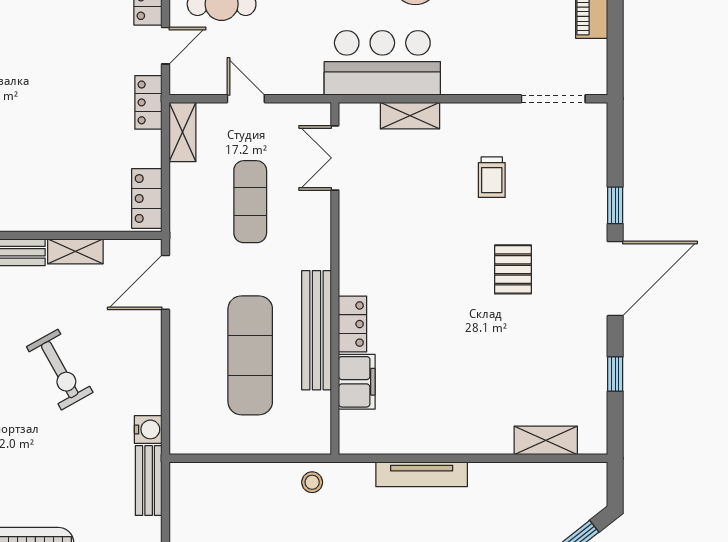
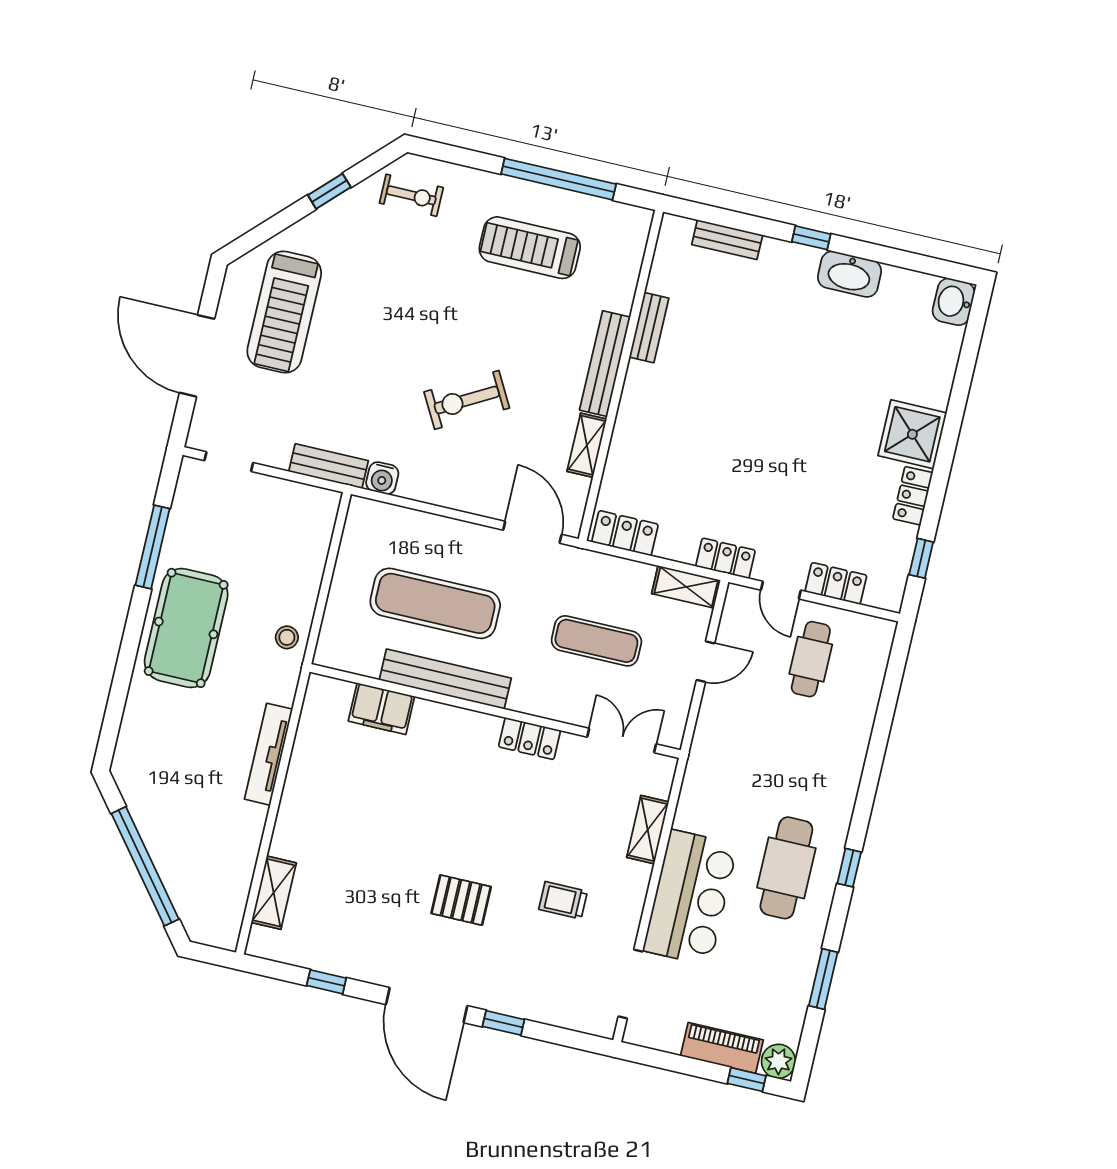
bar counter: (382, 63) -> (690, 898), moved
locker: (353, 324) -> (530, 739), moved

